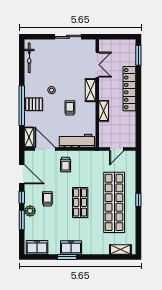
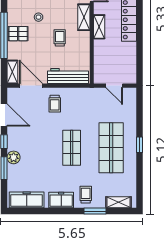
shelving: (104, 111) -> (99, 27), moved
door: (117, 149) -> (114, 86), hinge flipped
trolley: (47, 199) -> (86, 195), moved
shop shelf: (114, 202) -> (111, 148), width x0.71
freezer: (37, 247) -> (27, 200), width x1.40
window: (67, 257) -> (95, 211), moved

